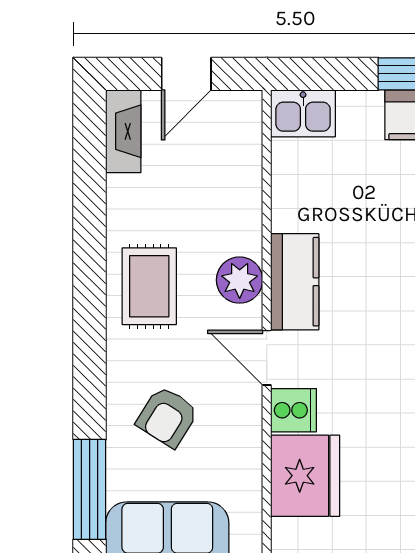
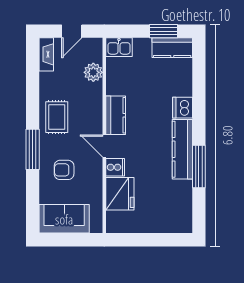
plant: (240, 280) -> (93, 72), moved
armchair: (167, 417) -> (64, 170), turned 58
window: (90, 489) -> (33, 149), moved

